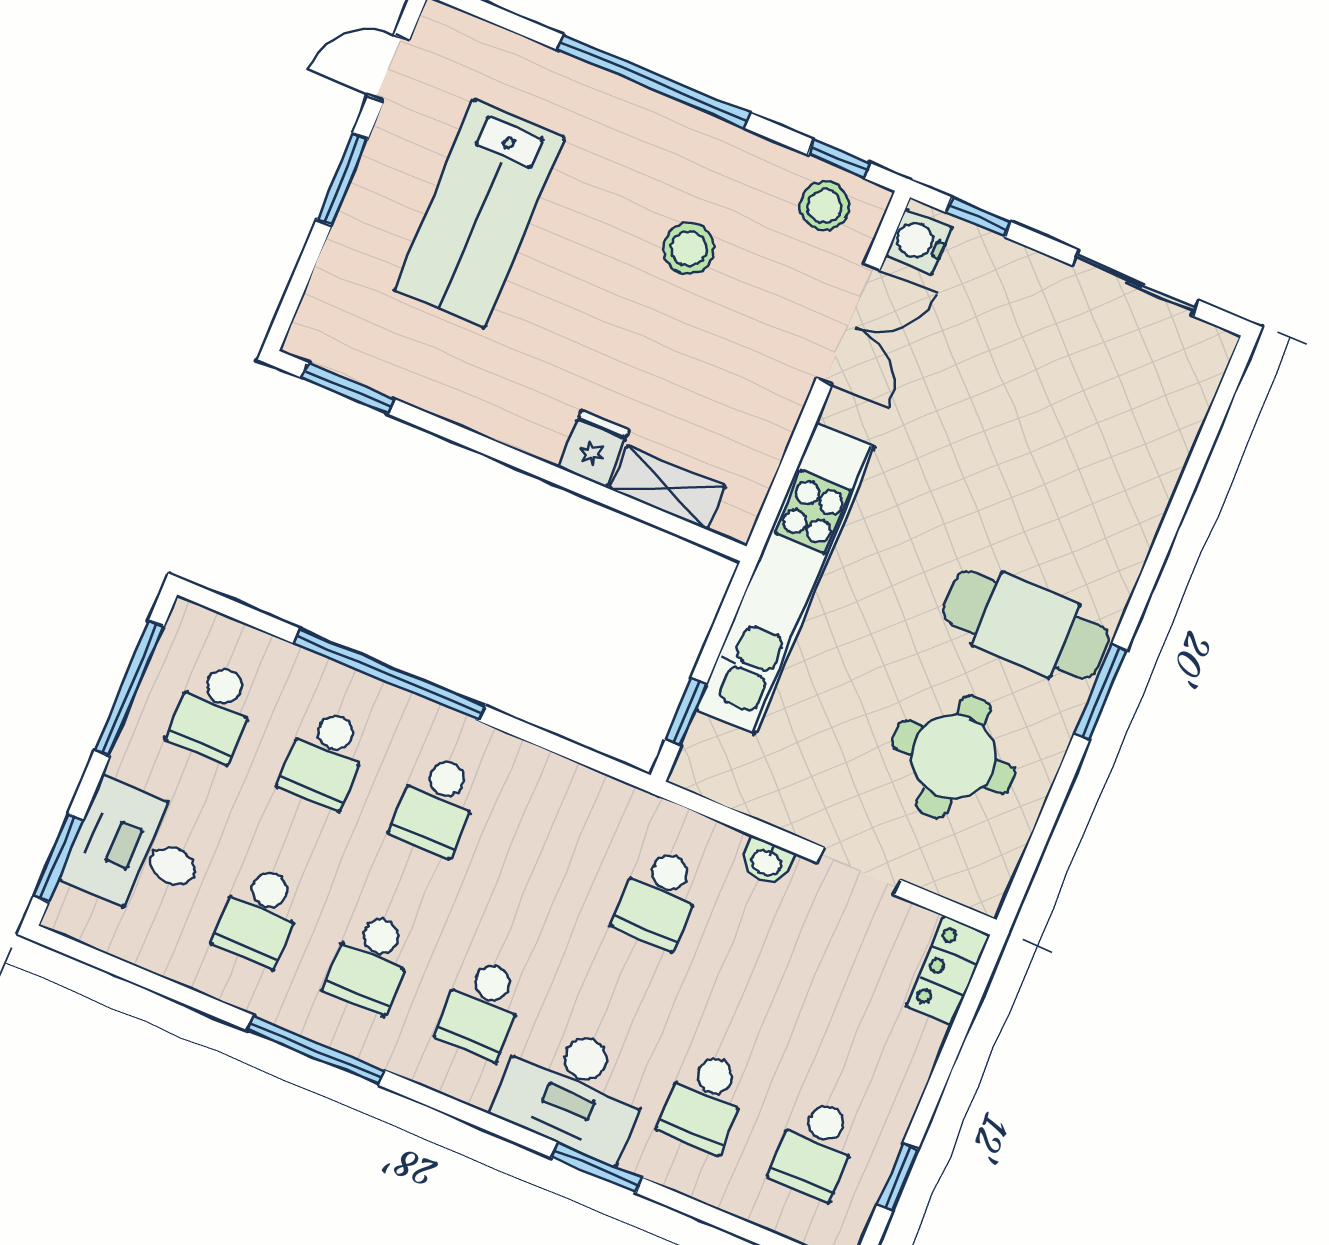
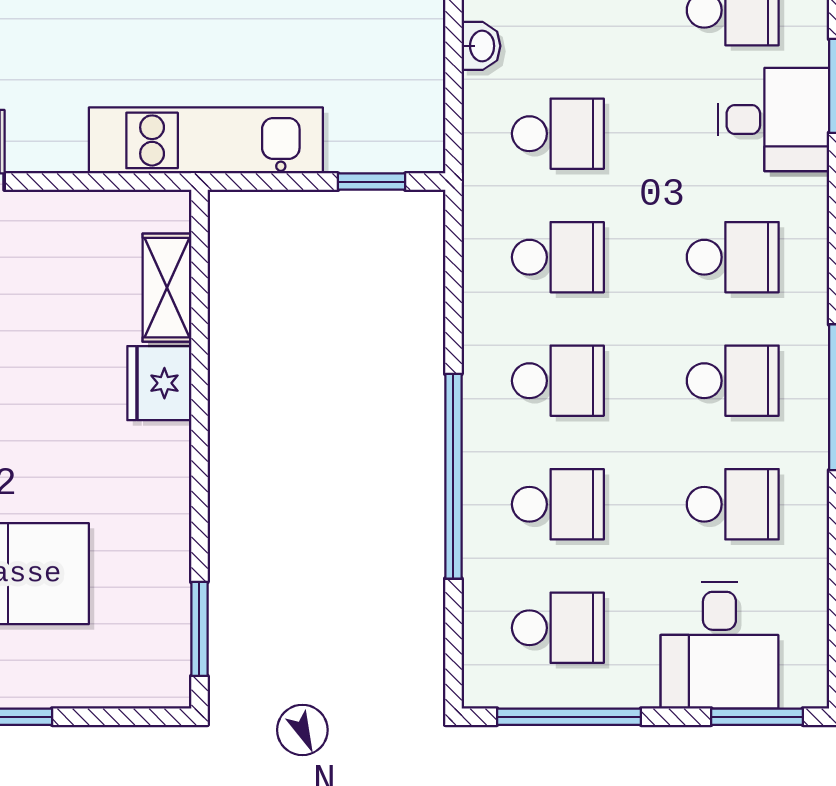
fridge: (594, 449) -> (159, 383), width x1.38
kitchen unit: (785, 578) -> (206, 140), width x0.73
school desk: (547, 851) -> (558, 257), added
desk: (573, 1090) -> (773, 120), width x0.73

